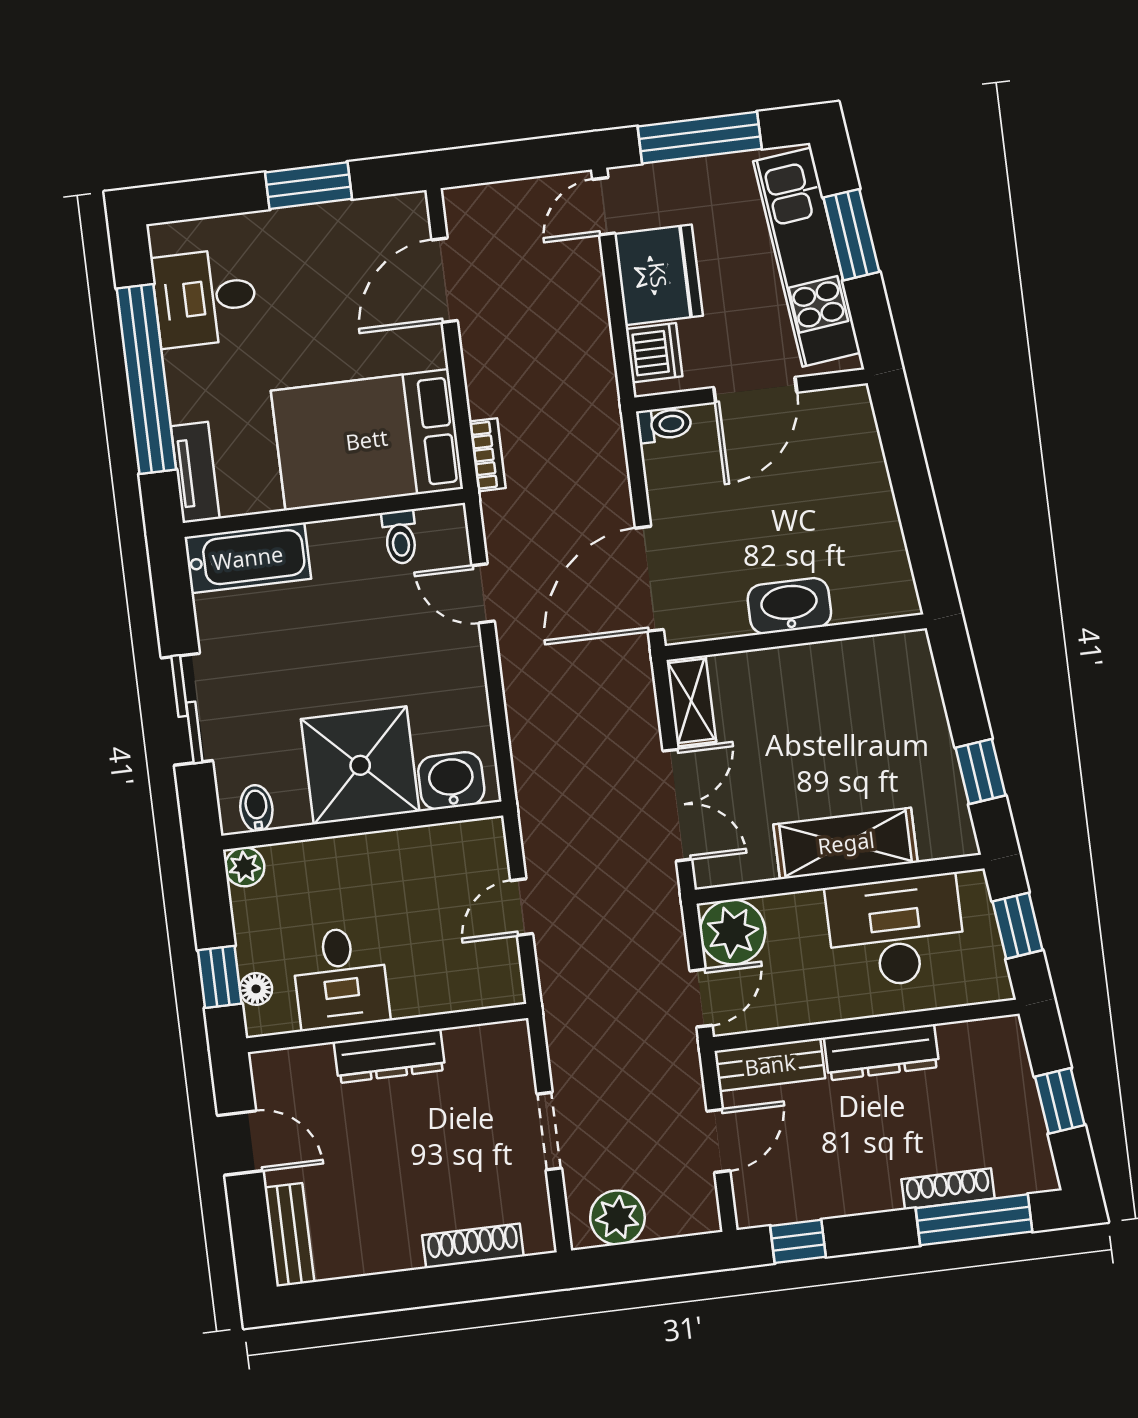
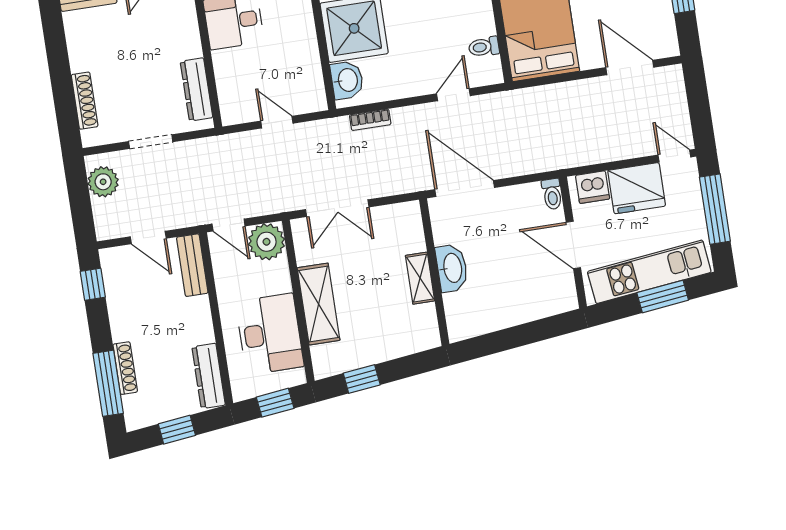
bookcase: (487, 455) -> (370, 120), moved
shelving: (691, 701) -> (420, 278), moved, turned 90
dresser: (882, 1052) -> (209, 376), moved
dresser: (389, 1056) -> (197, 89), moved

